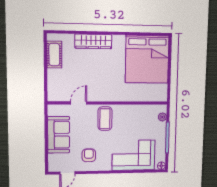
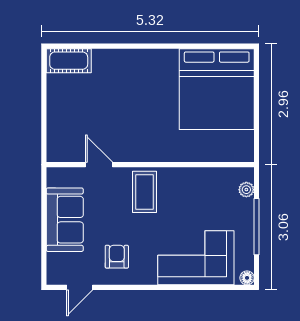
wardrobe: (93, 41) -> (124, 60), removed
cot: (54, 55) -> (69, 61), moved, turned 90
door: (79, 103) -> (99, 165), hinge flipped

